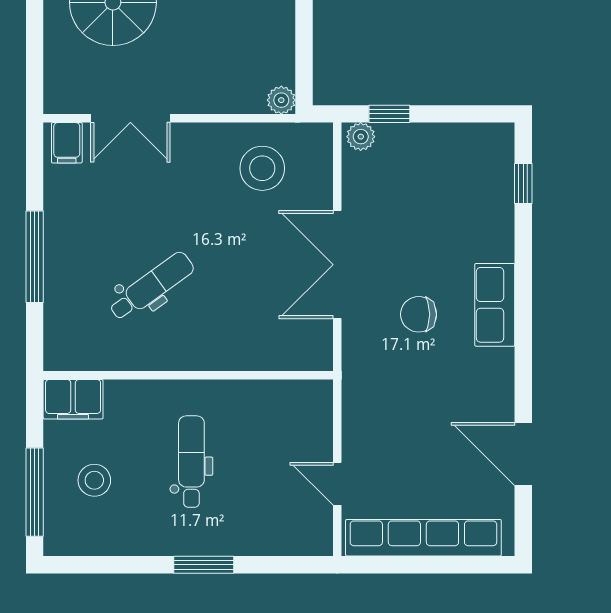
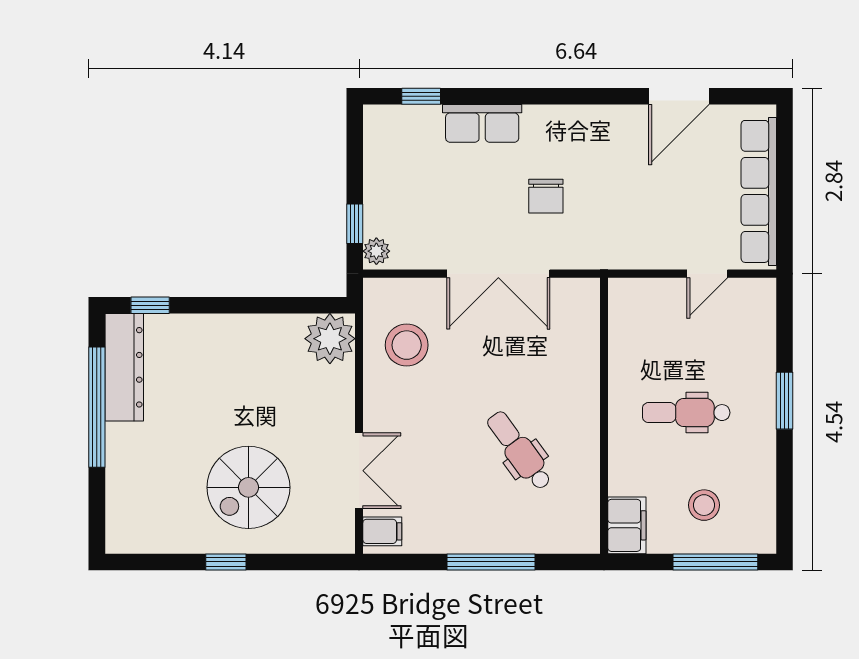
plant: (281, 100) -> (330, 339), width x1.88, depth x1.88
row of seats: (495, 305) -> (482, 123), moved

